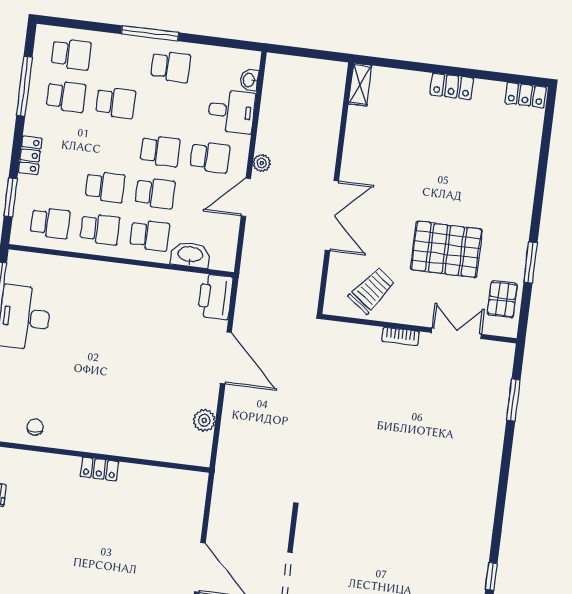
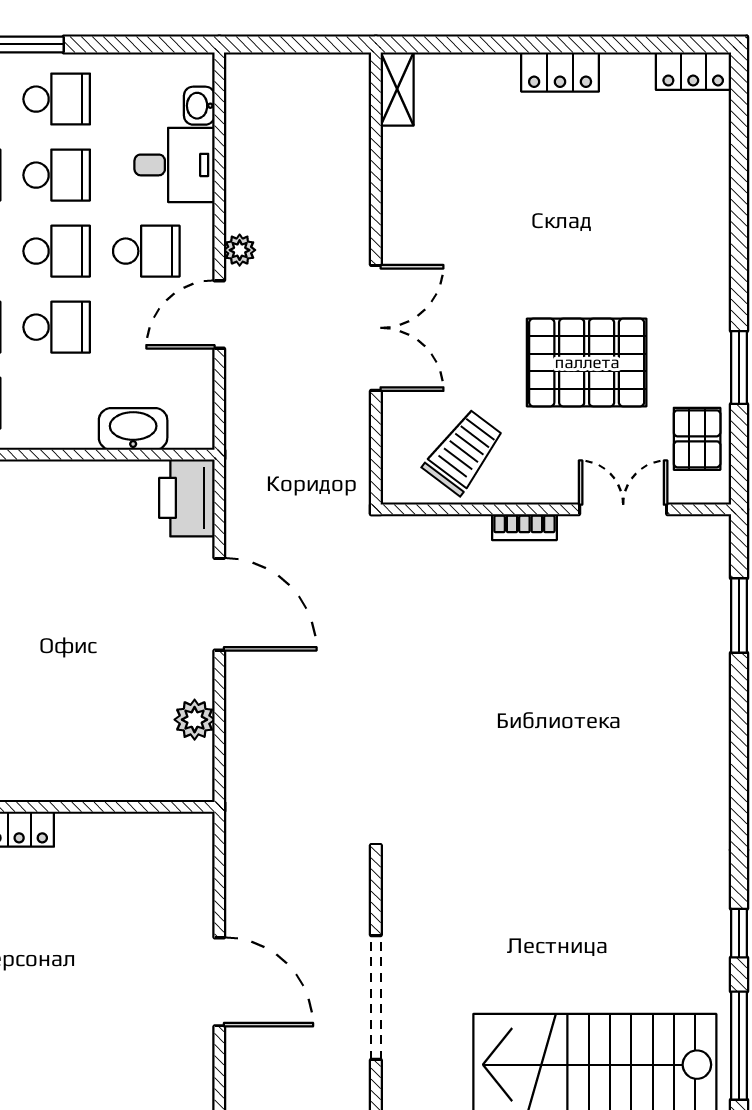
school desk: (150, 235) -> (57, 175), moved

